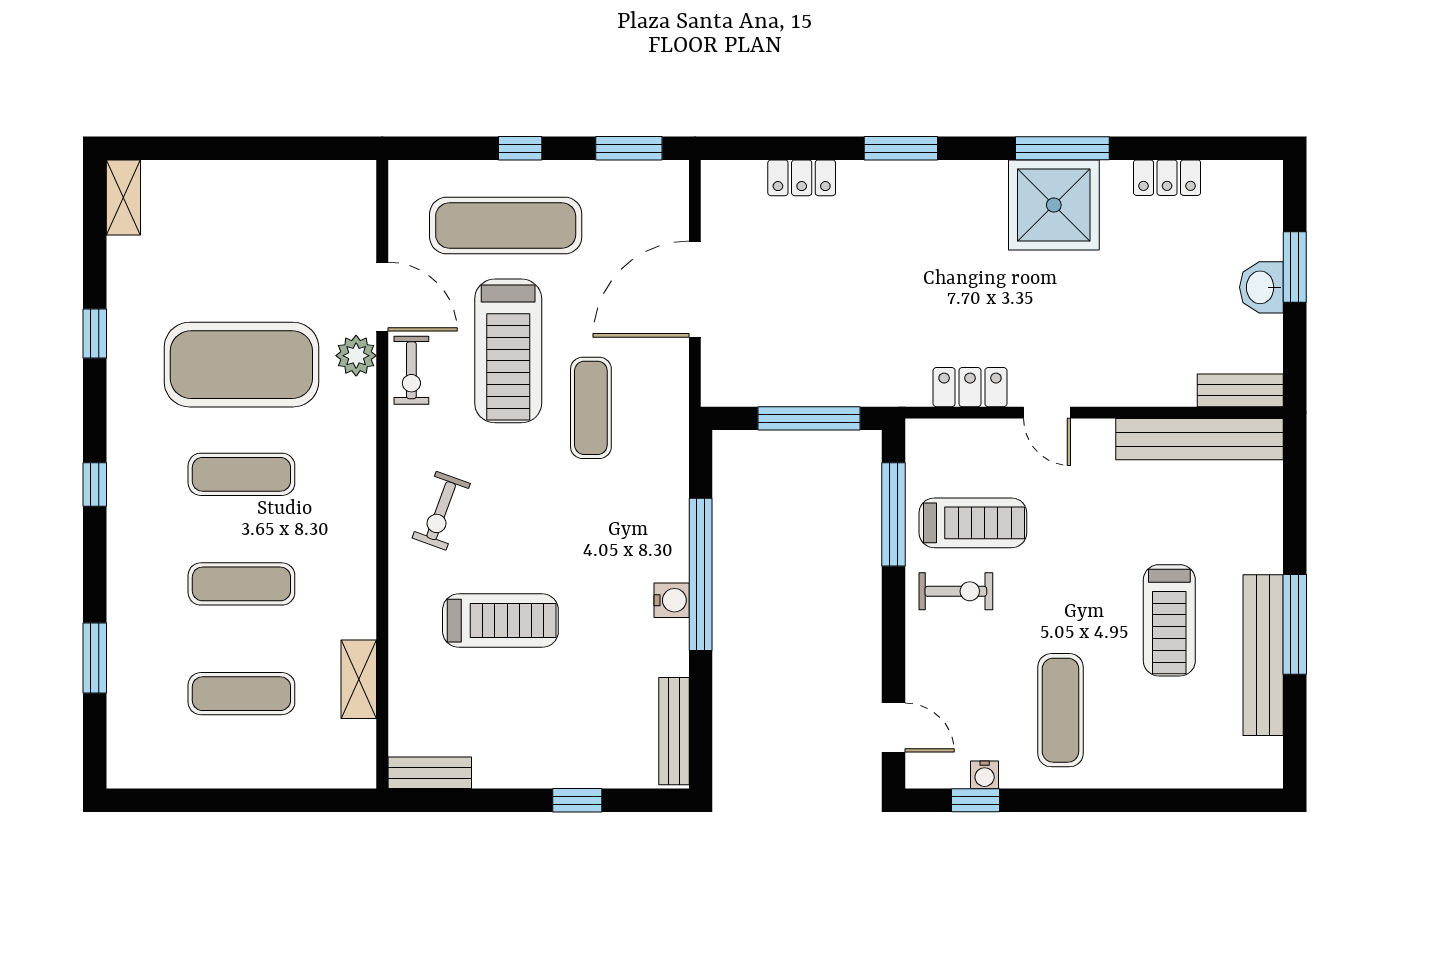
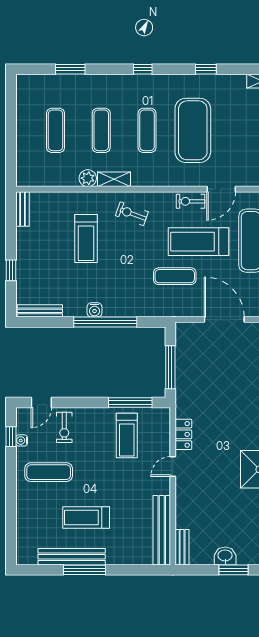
plant: (356, 356) -> (88, 178), moved
exercise bike: (956, 591) -> (64, 427), moved
shelving: (359, 679) -> (114, 179), moved

